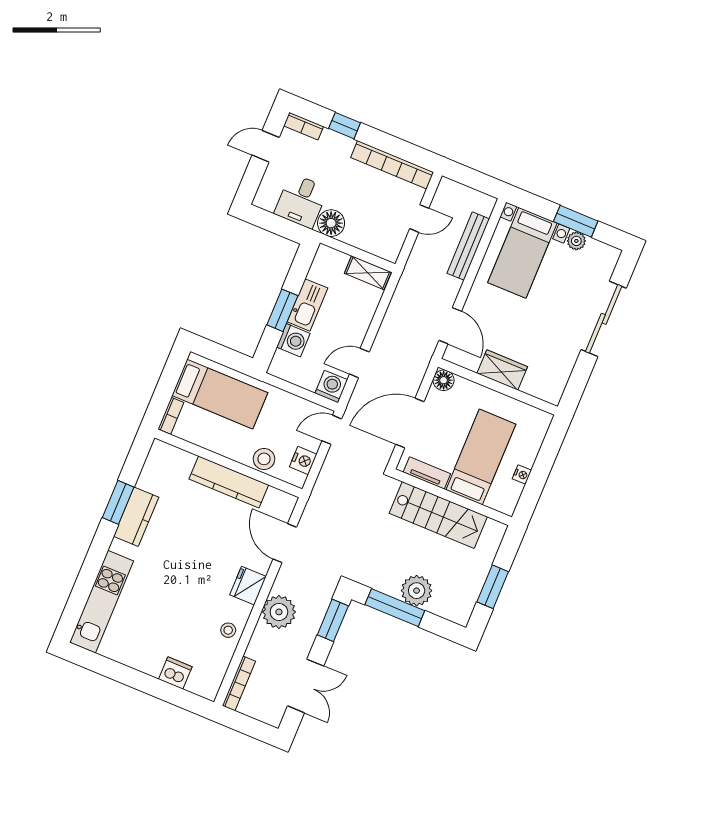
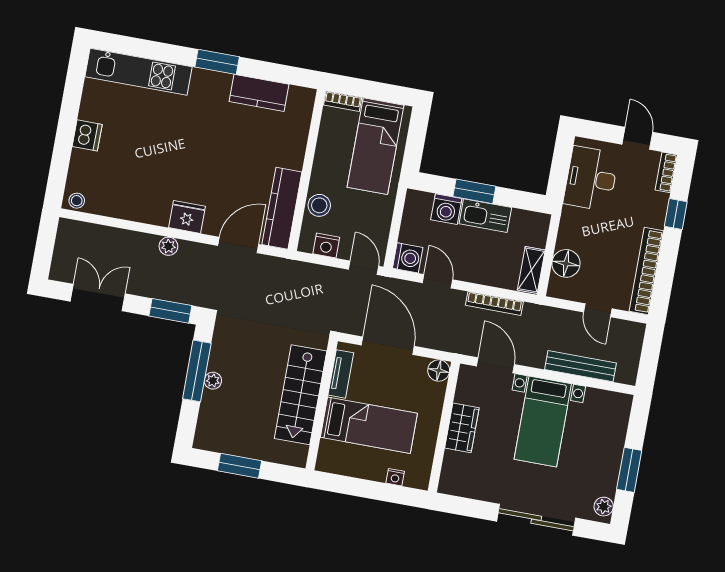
desk: (301, 201) -> (591, 179), width x1.37
floor lamp: (331, 223) -> (566, 263), moved
plant: (576, 241) -> (604, 507), moved
bed with nightstands: (522, 253) -> (543, 422), moved, turned -90
door: (450, 326) -> (496, 365), swing flipped
nightstand: (522, 475) -> (395, 477), moved
kitchen counter: (229, 482) -> (282, 208), moved
window: (118, 502) -> (217, 62), moved
kitchen counter: (136, 517) -> (259, 93), moved
plant: (417, 591) -> (213, 381), width x0.53, depth x0.53
plant: (279, 612) -> (168, 246), width x0.53, depth x0.53
stool: (228, 630) -> (77, 201), moved
dishwasher: (175, 673) -> (87, 135), moved
bookcase: (239, 683) -> (494, 303), moved
double door: (306, 686) -> (98, 298), swing flipped

